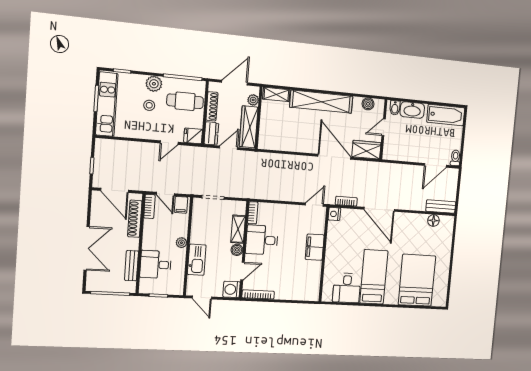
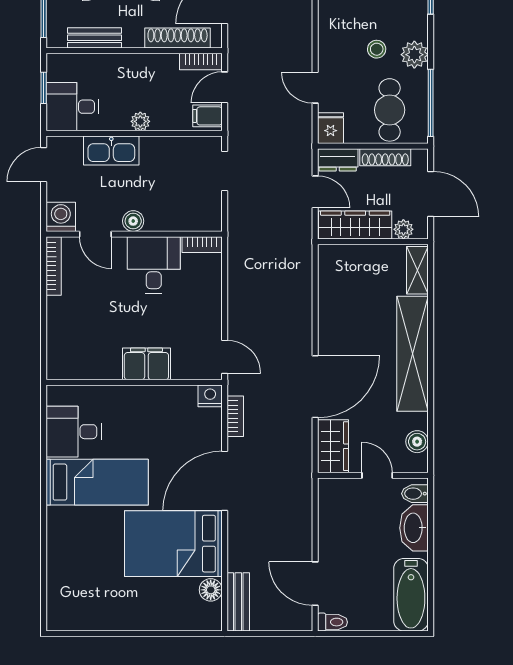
shelving: (238, 229) -> (171, 220), removed
desk: (156, 265) -> (72, 107), moved, turned -90
bed: (417, 280) -> (173, 544), moved, turned 180

